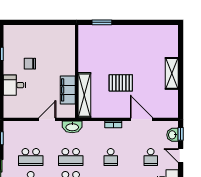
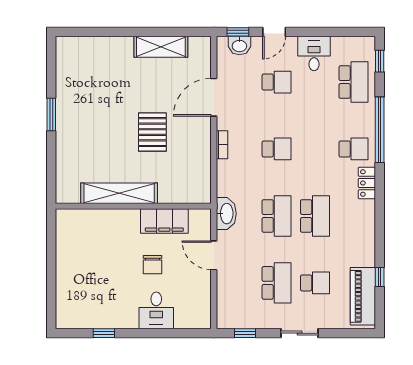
window: (102, 22) -> (51, 115), moved
chair: (30, 64) -> (152, 265), moved
shelving: (172, 73) -> (161, 47), moved
shelving: (84, 95) -> (119, 193), moved

